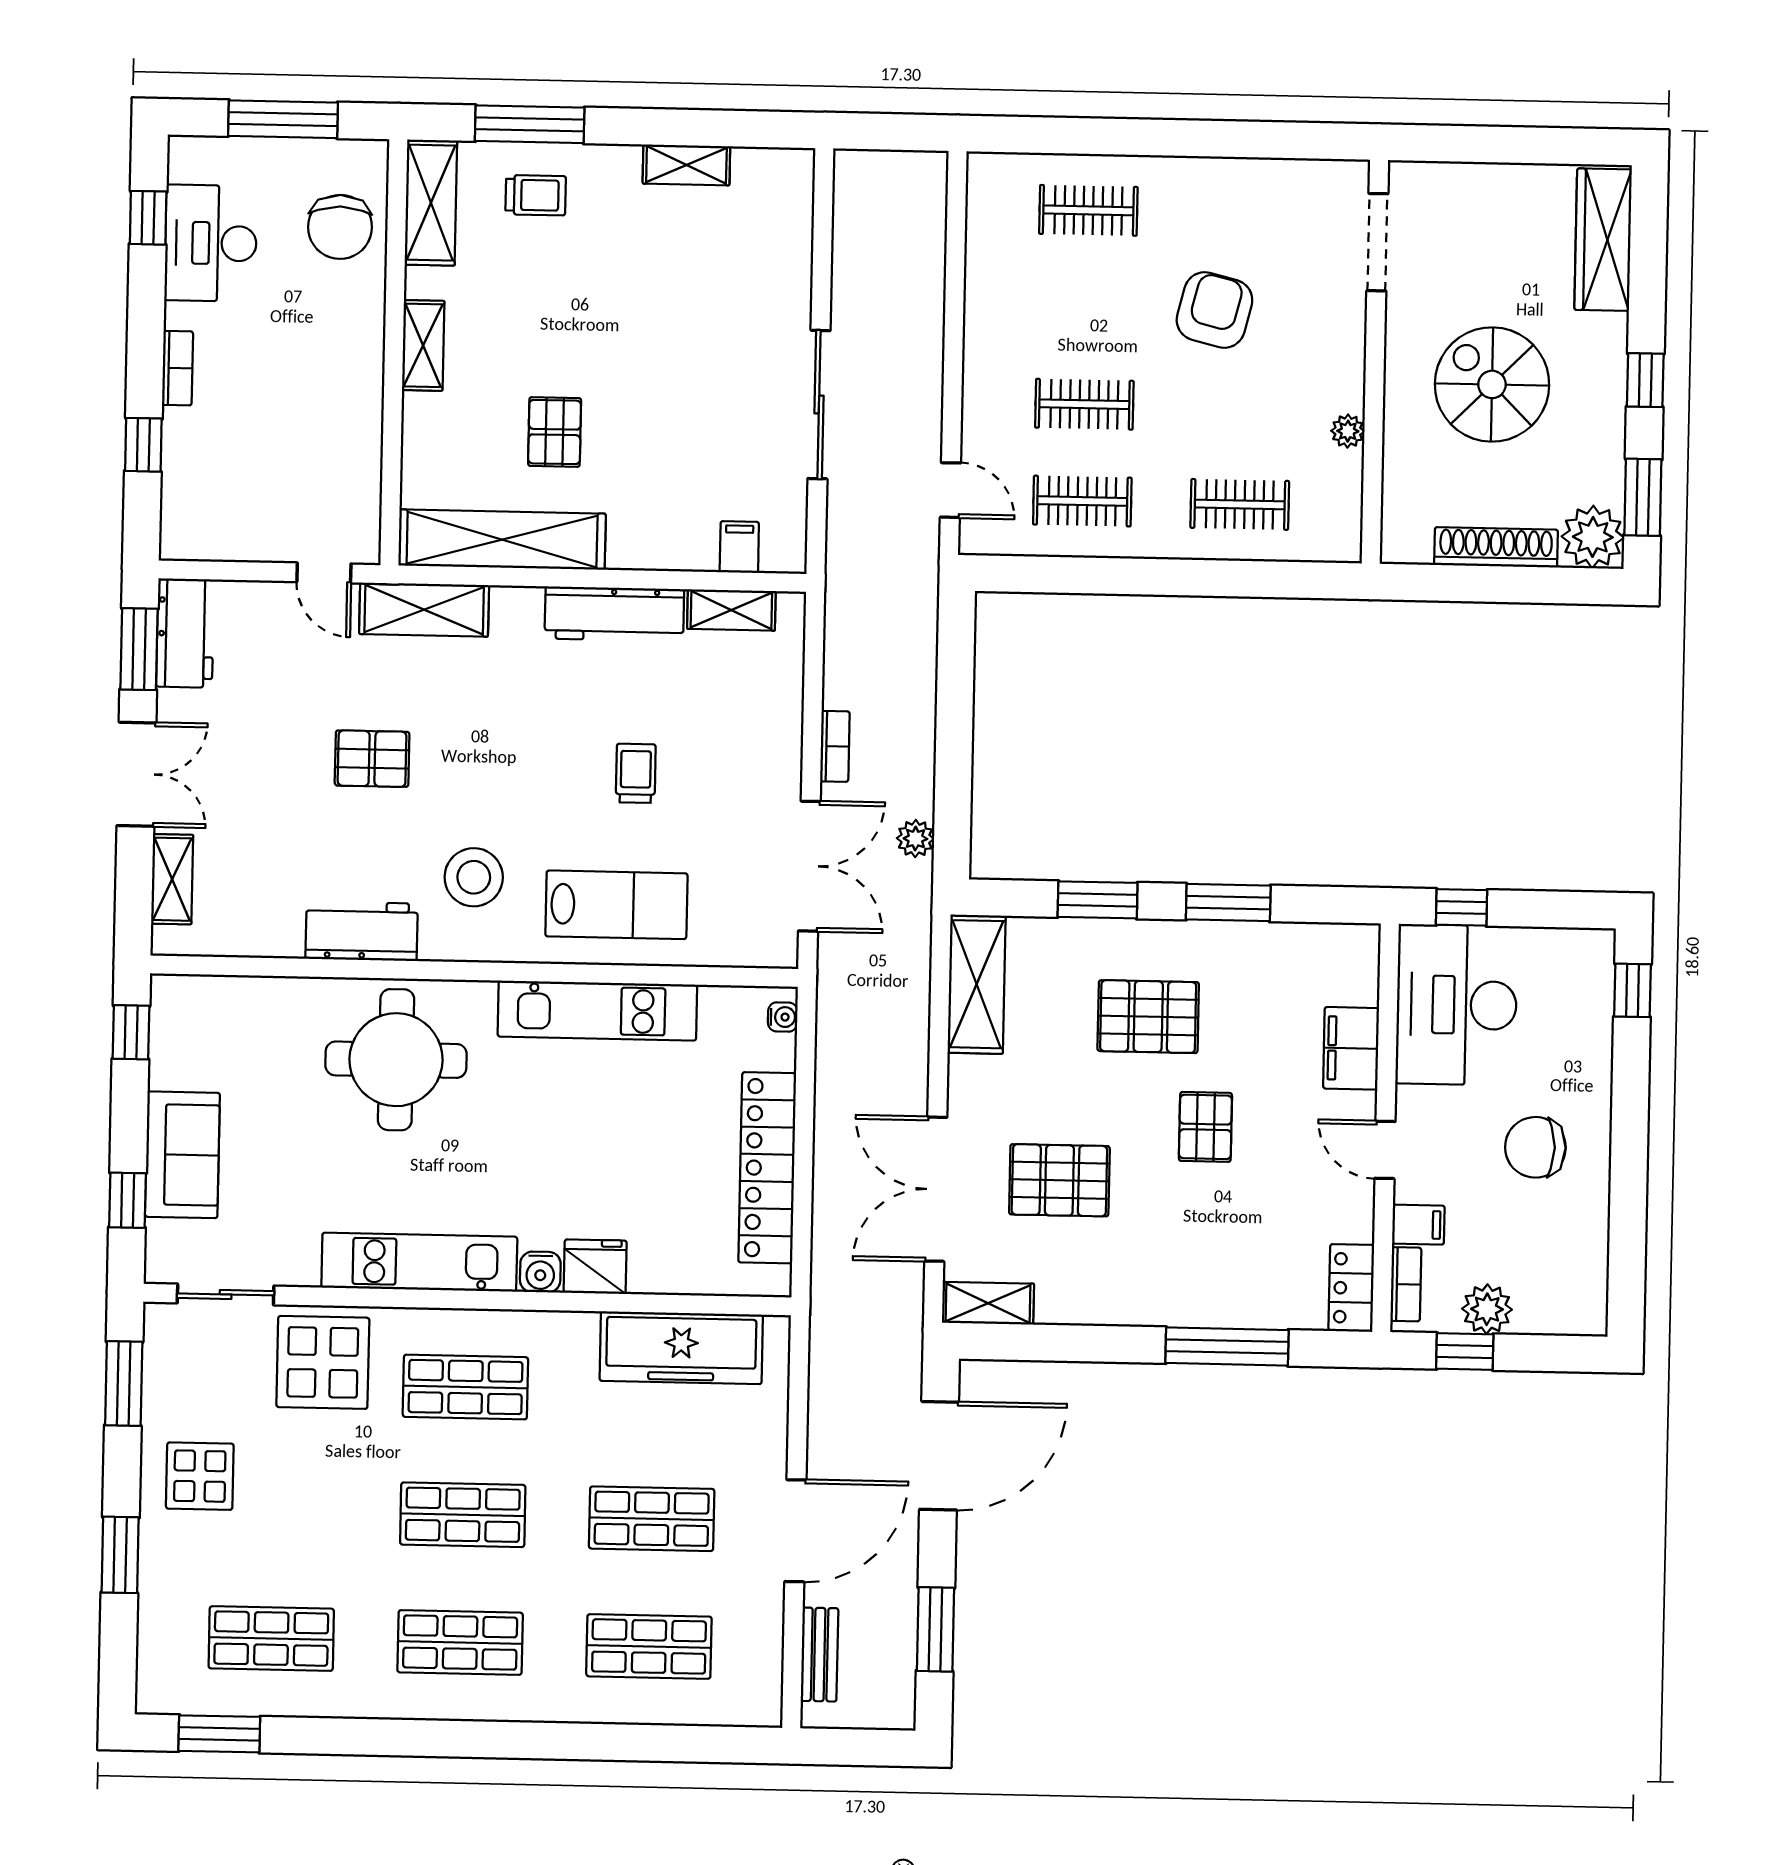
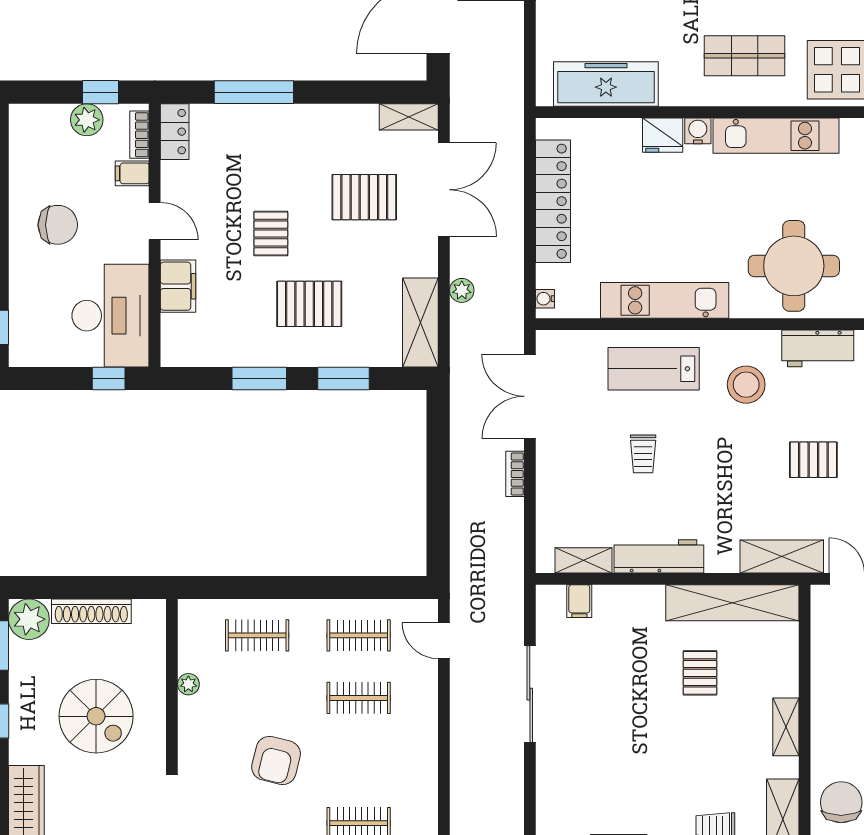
plant: (915, 839) -> (462, 290), moved

